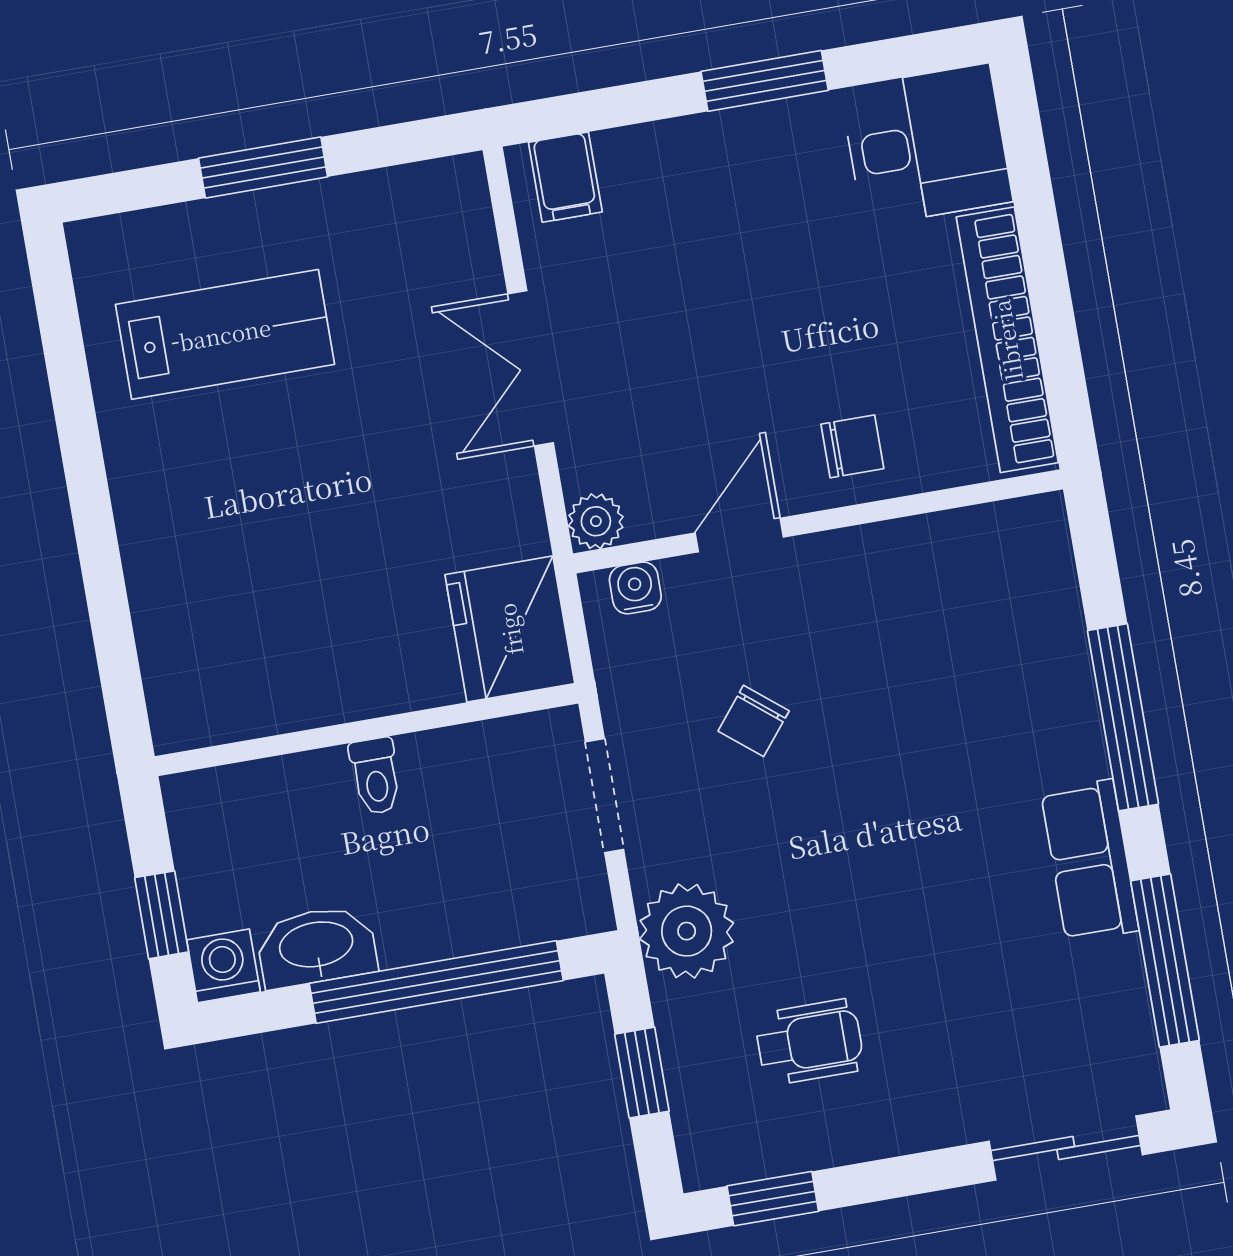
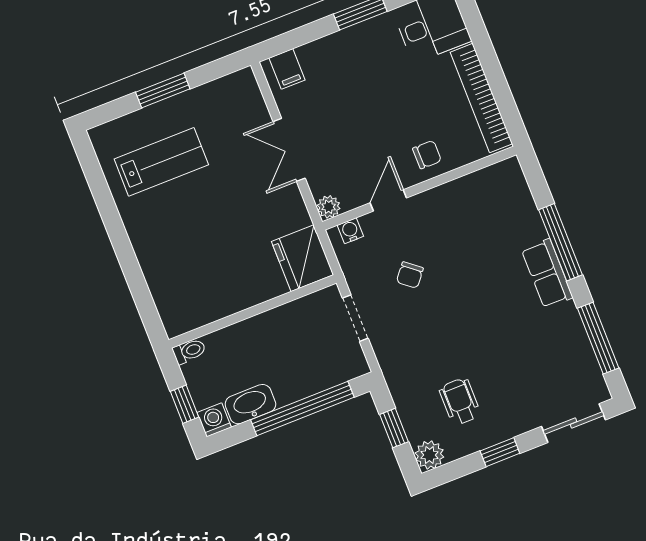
toilet: (376, 776) -> (189, 351), moved, turned -90
row of seats: (1090, 861) -> (547, 274), moved
plant: (687, 931) -> (429, 455), moved, width x0.73, depth x0.73
wheelchair: (809, 1042) -> (460, 401), turned -90
window: (773, 1199) -> (500, 452), moved

